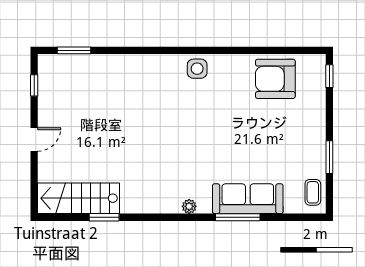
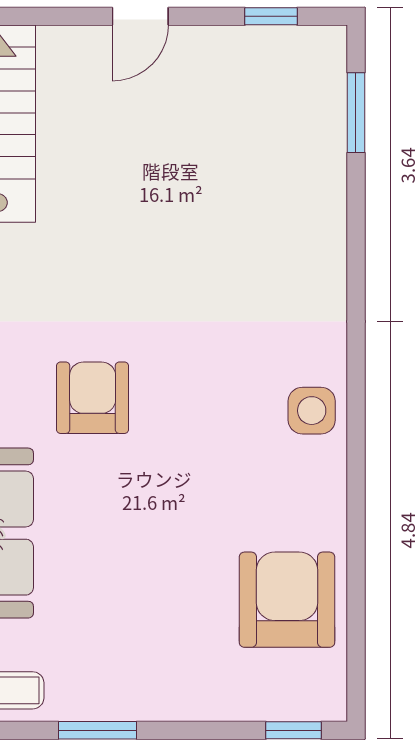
door: (34, 140) -> (140, 16), hinge flipped
armchair: (192, 159) -> (93, 398), added

